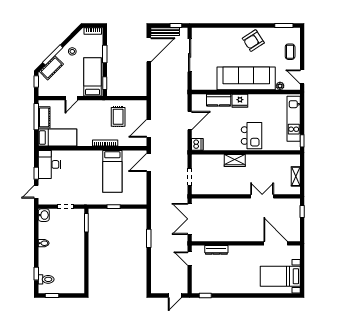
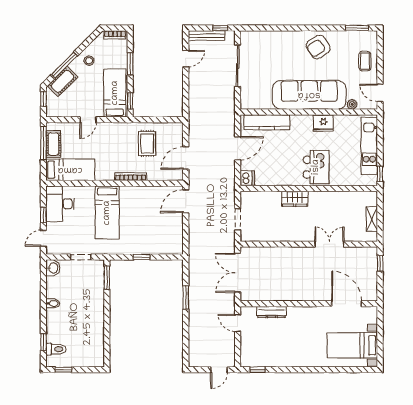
door: (149, 50) -> (186, 59), width x0.53
kitchen counter: (219, 100) -> (267, 122), width x1.50
fridge: (240, 101) -> (323, 123), moved
bed: (112, 171) -> (107, 213), moved

